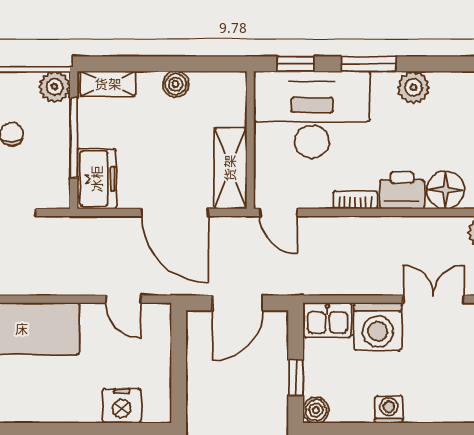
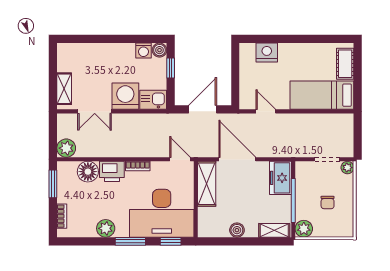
washing machine: (389, 409) -> (143, 51), moved

